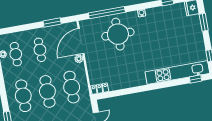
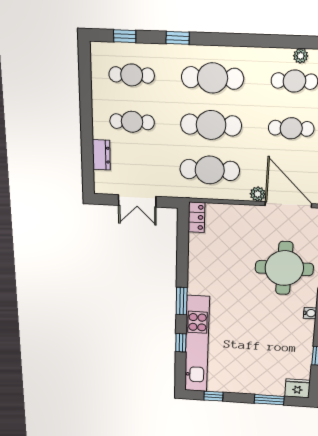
window: (196, 79) -> (181, 343), moved
window: (152, 87) -> (182, 301), added

